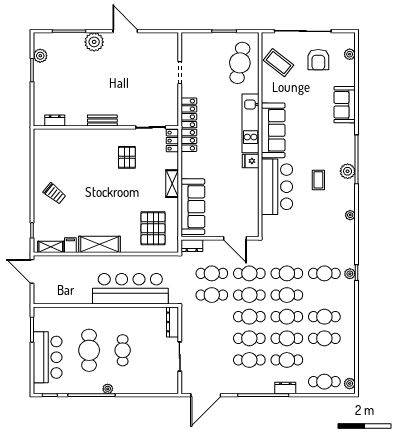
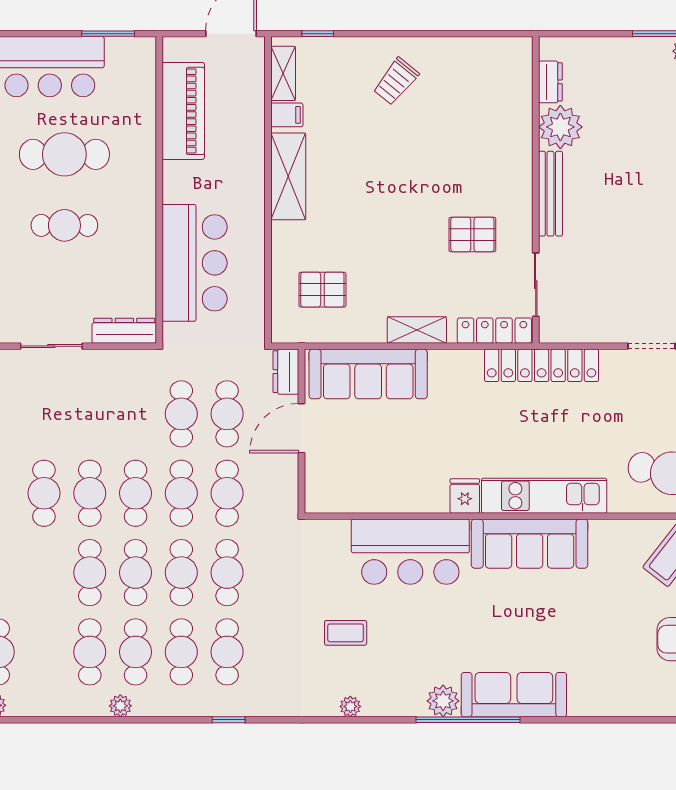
sofa: (345, 105) -> (514, 695), moved, width x1.36
plant: (76, 116) -> (560, 127), added
bench: (102, 120) -> (550, 194), width x1.36
locker: (172, 141) -> (494, 331), width x1.53
coffee table: (318, 180) -> (346, 633), moved
pallet: (153, 228) -> (322, 290), width x0.67, depth x0.71
door: (235, 238) -> (301, 428), moved
plant: (350, 274) -> (120, 706), moved
bar counter: (130, 289) -> (195, 263), width x0.73
piano: (69, 294) -> (183, 111), added
cafe table: (287, 360) -> (181, 652), moved

